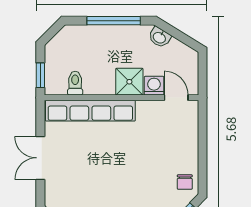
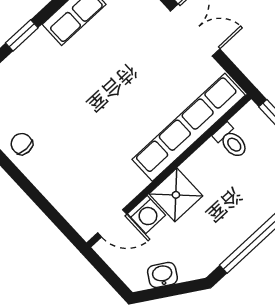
washbasin: (160, 37) -> (162, 275), moved

